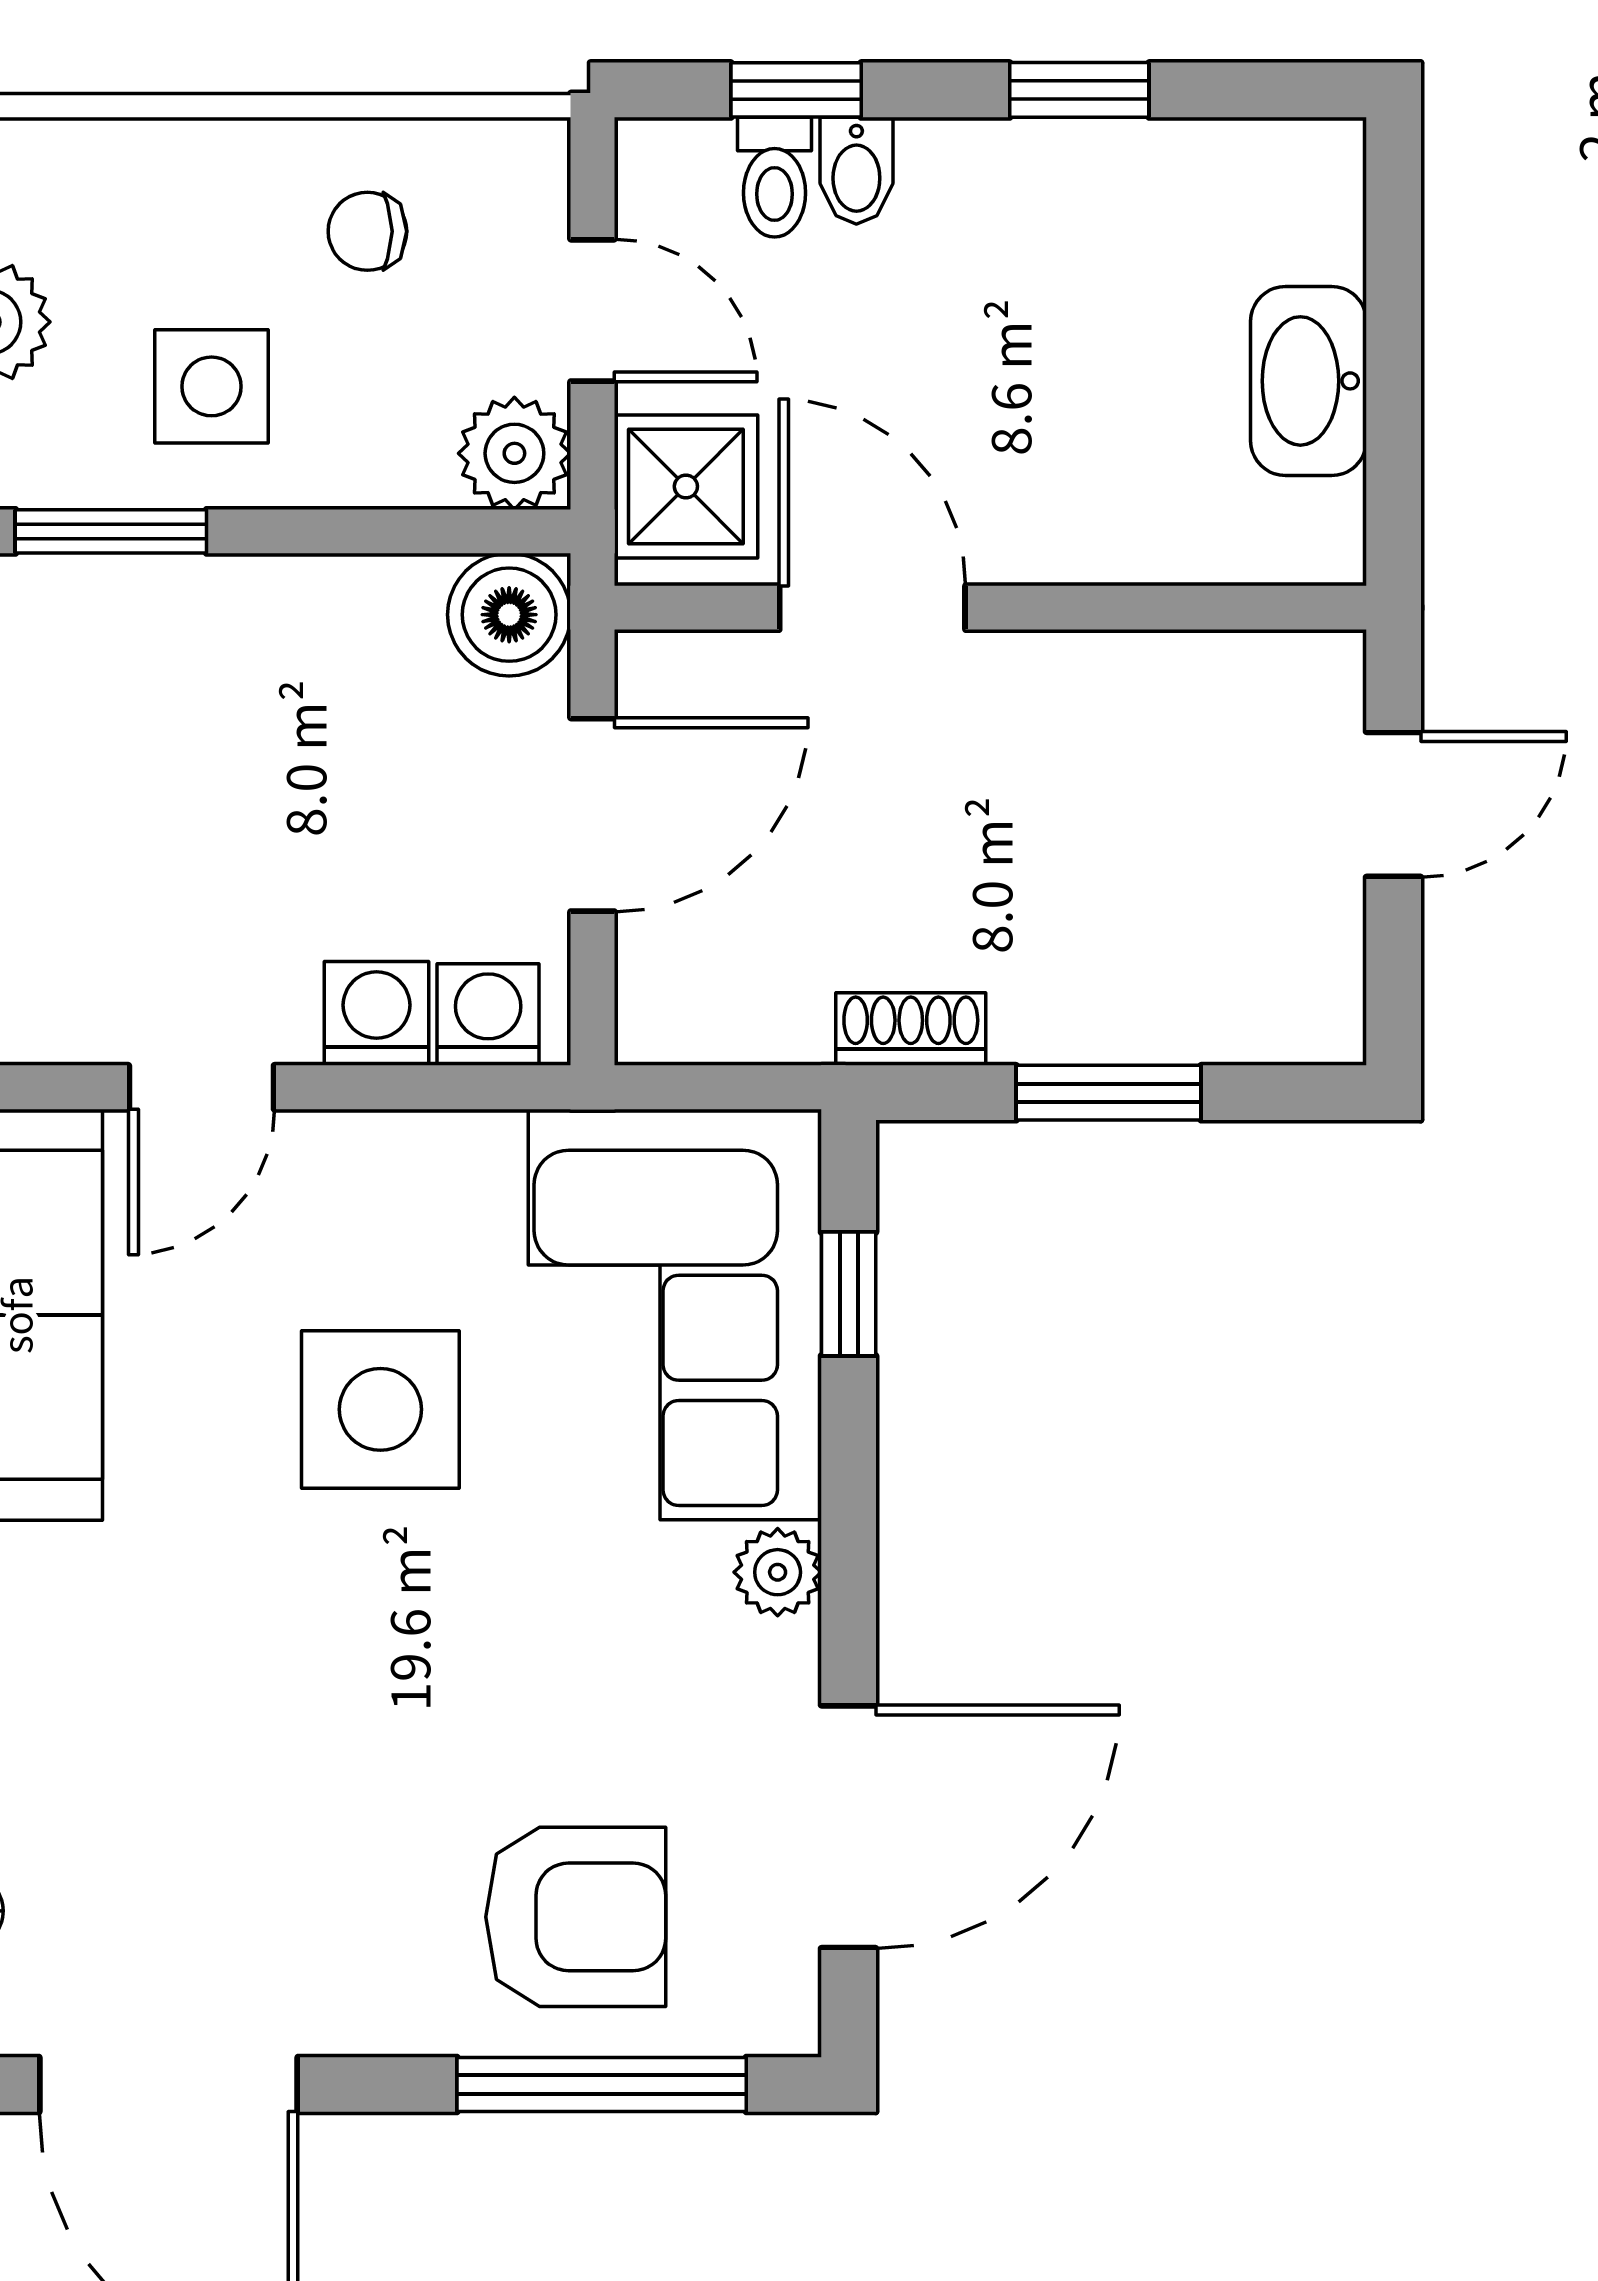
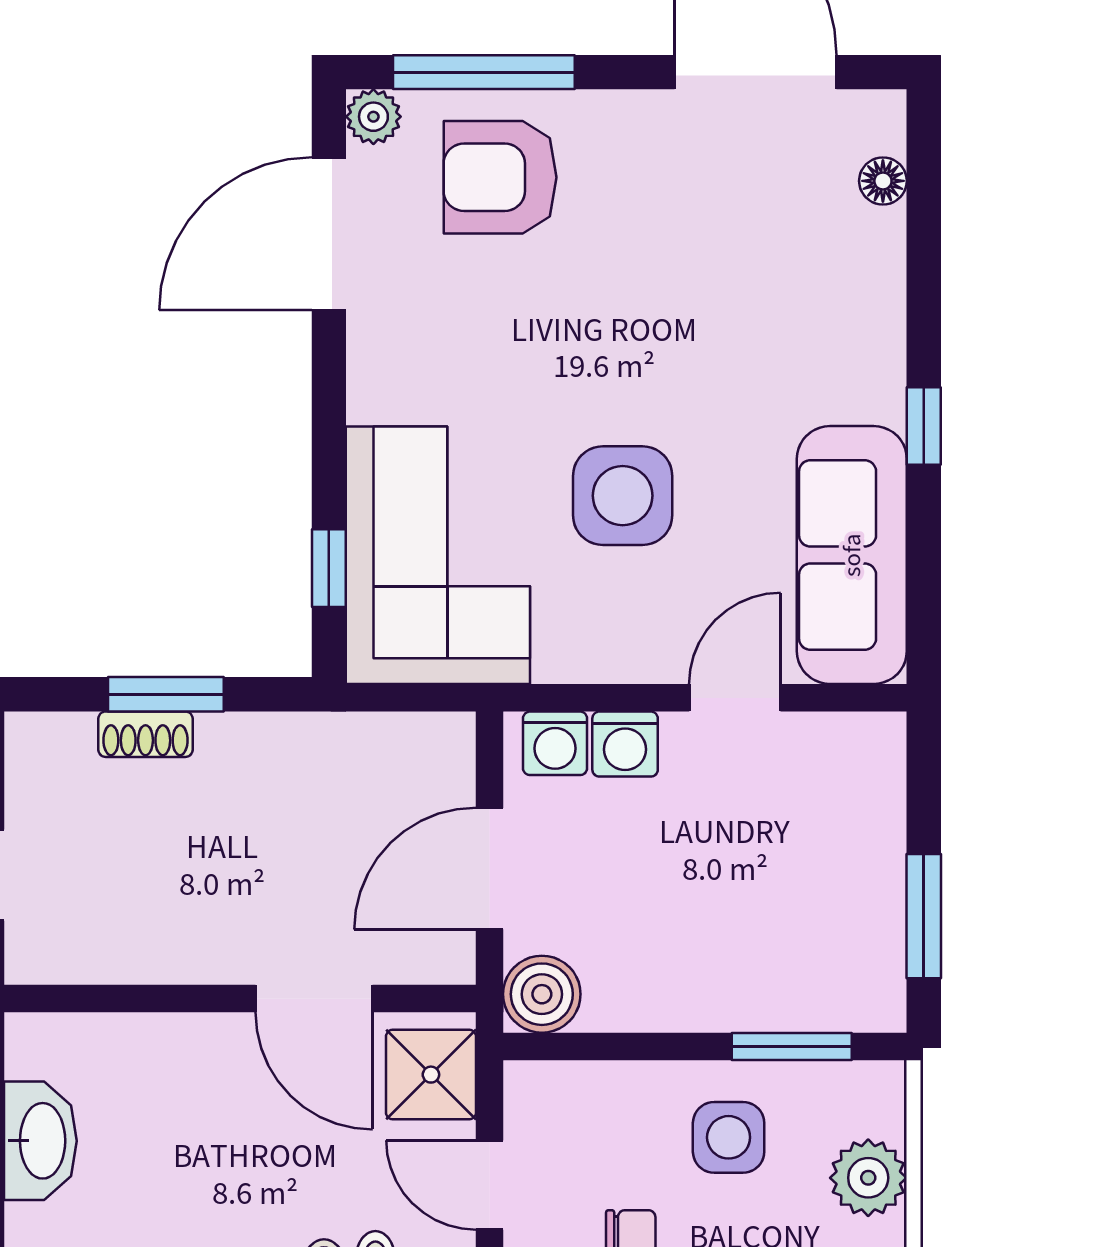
plant: (514, 453) -> (539, 1095), removed
shoe rack: (911, 1029) -> (145, 734), moved
plant: (778, 1572) -> (373, 117), moved

